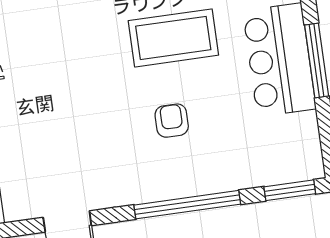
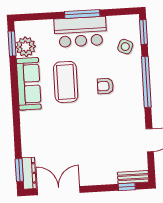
side table: (257, 155) -> (125, 47), added

